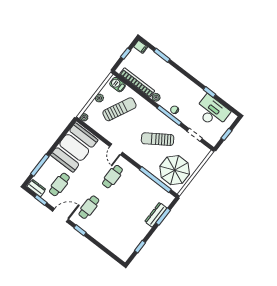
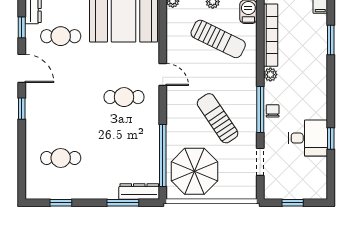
desk: (212, 112) -> (308, 138), moved, width x0.73
door: (116, 149) -> (163, 75), swing flipped
cafe table: (89, 207) -> (61, 158), moved
dresser: (156, 215) -> (139, 192), moved

